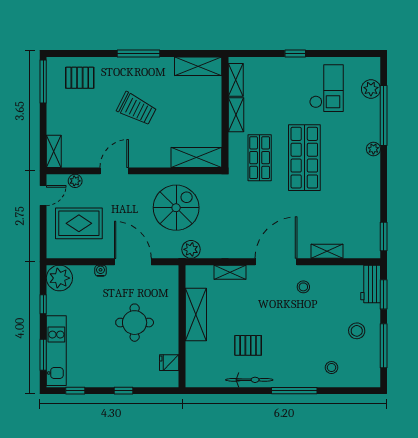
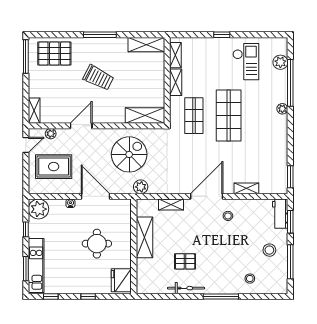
pallet: (80, 78) -> (54, 54), width x1.50, depth x1.42
fridge: (169, 363) -> (121, 280), width x1.88, depth x1.34

